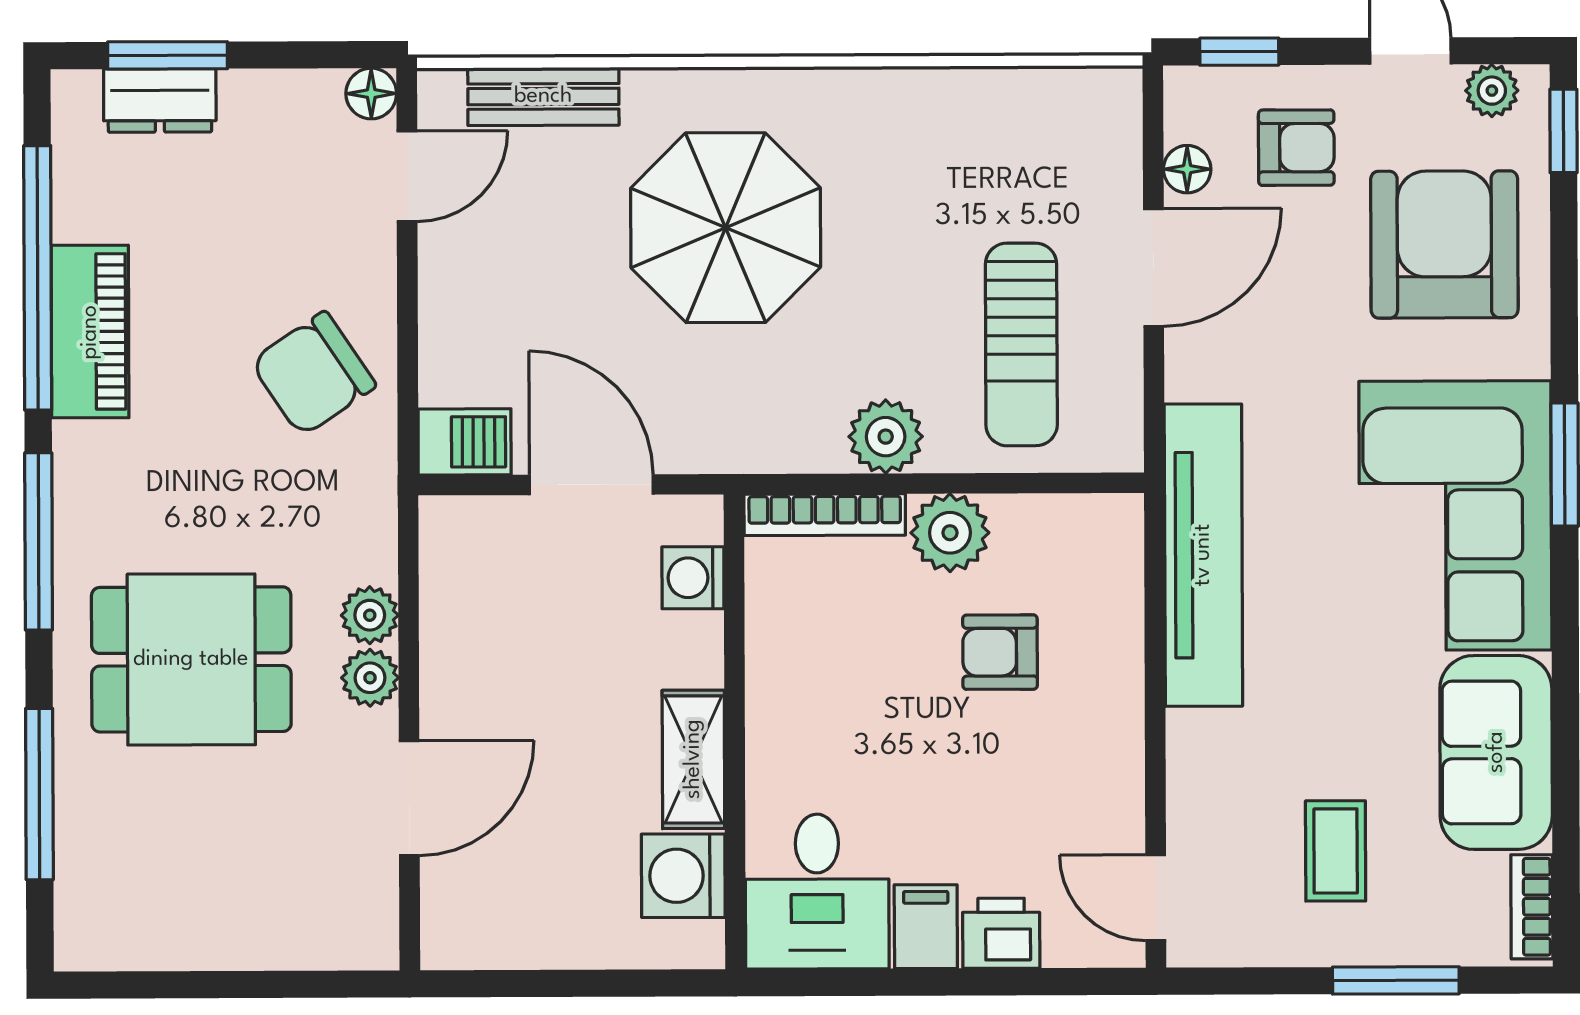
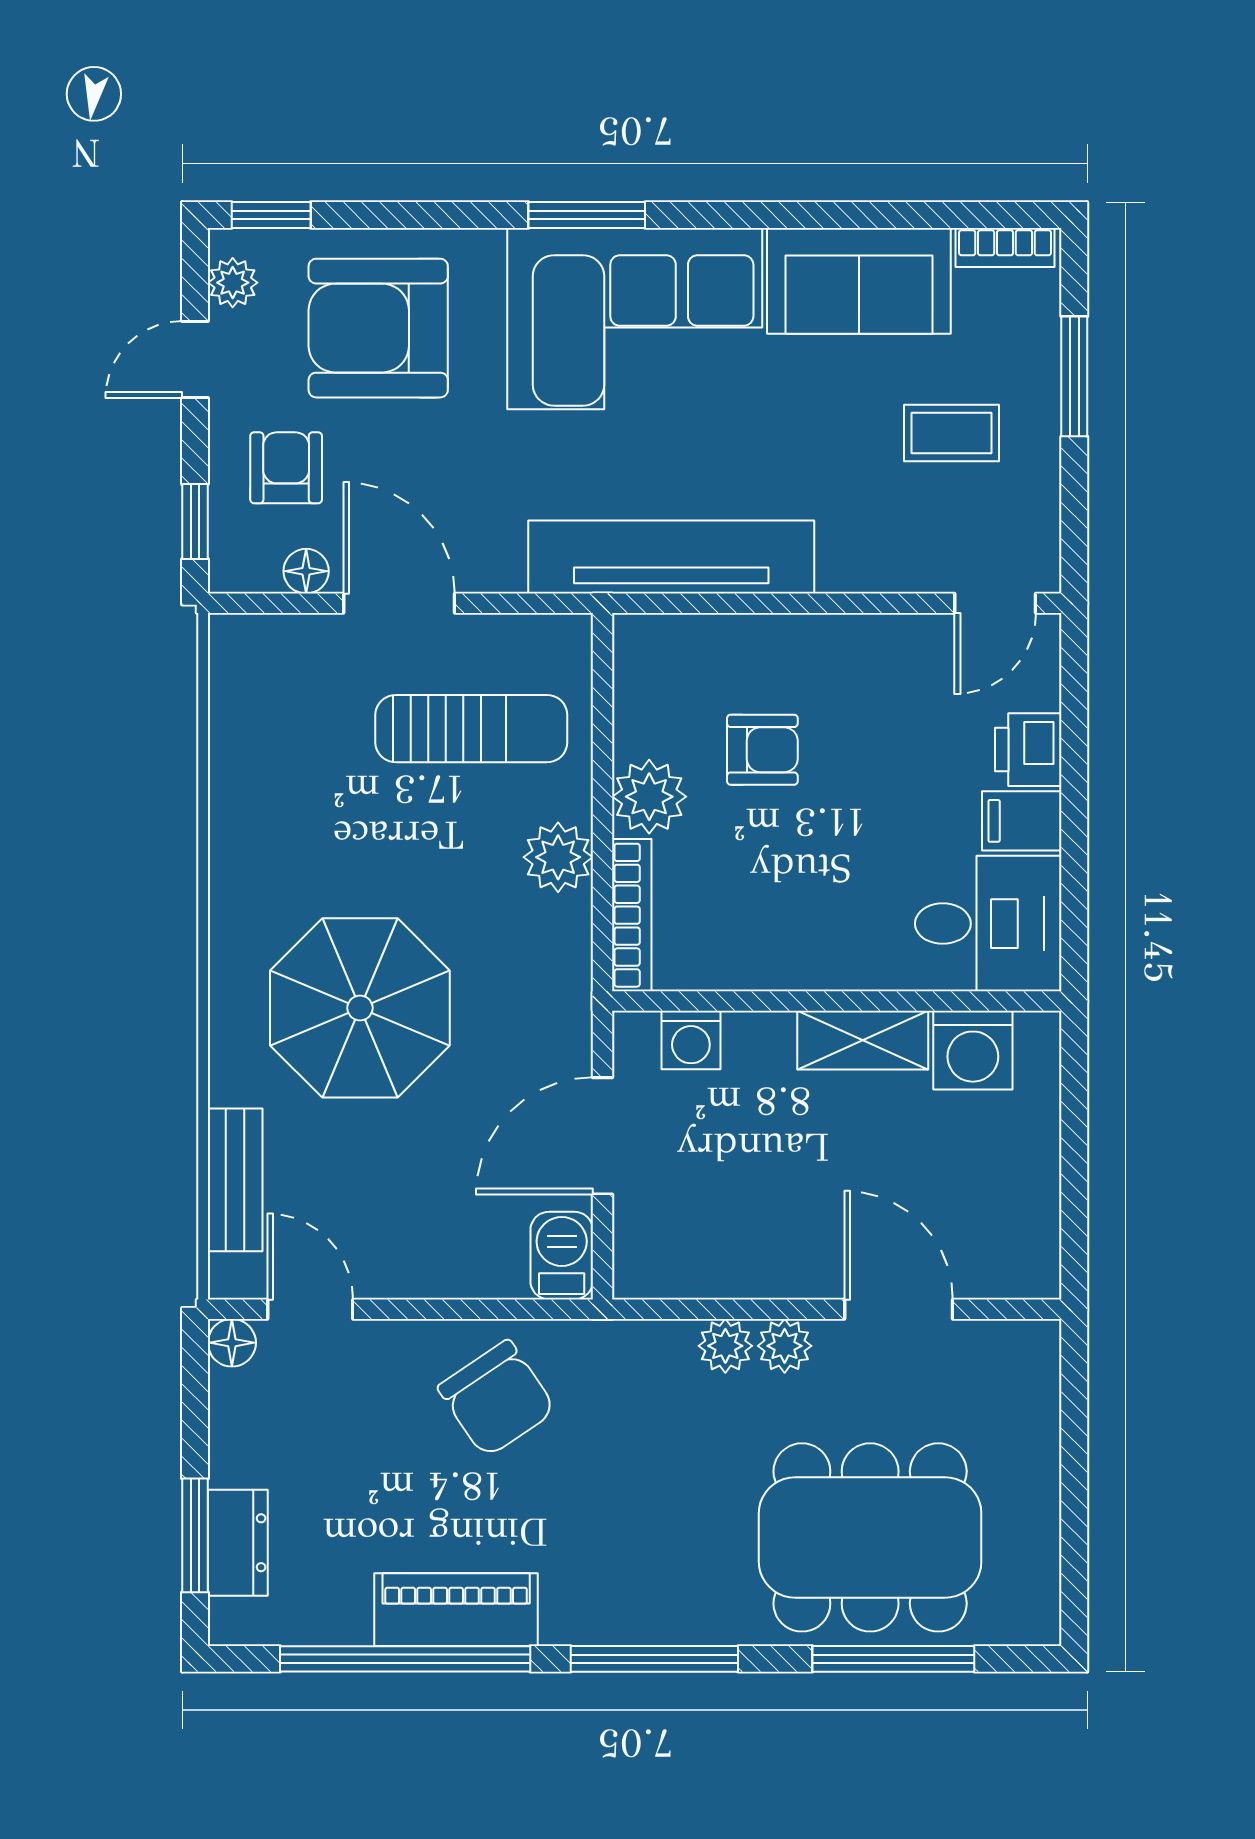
armchair: (1000, 652) -> (762, 750), turned -90
dining table: (191, 659) -> (870, 1537), moved, width x1.38

